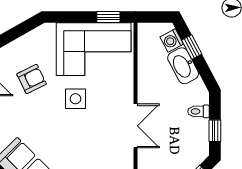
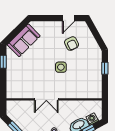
window: (108, 17) -> (105, 68), moved
corner sofa: (94, 49) -> (88, 77), removed

